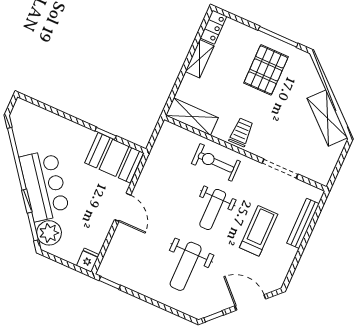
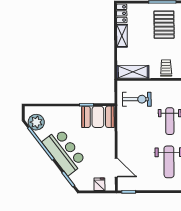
exercise bike: (216, 162) -> (137, 99), moved, turned 180
door: (123, 207) -> (116, 168), moved
plant: (49, 233) -> (36, 122), moved
fridge: (88, 260) -> (99, 184), moved

